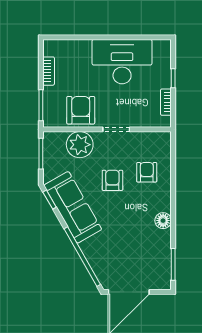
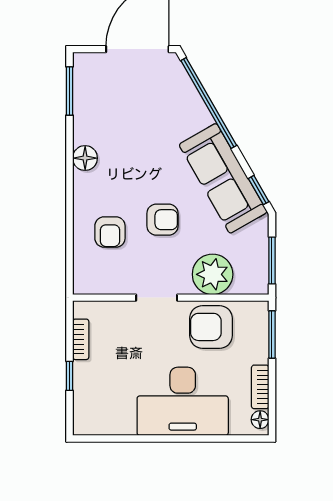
floor lamp: (49, 50) -> (260, 420), added
desk: (122, 62) -> (183, 401), moved
armchair: (81, 110) -> (211, 327), turned 90
armchair: (112, 180) -> (162, 220), turned -90

